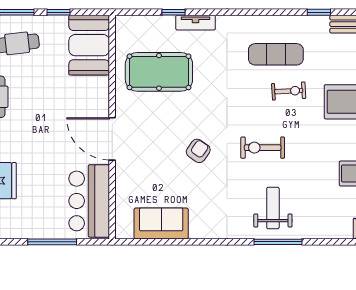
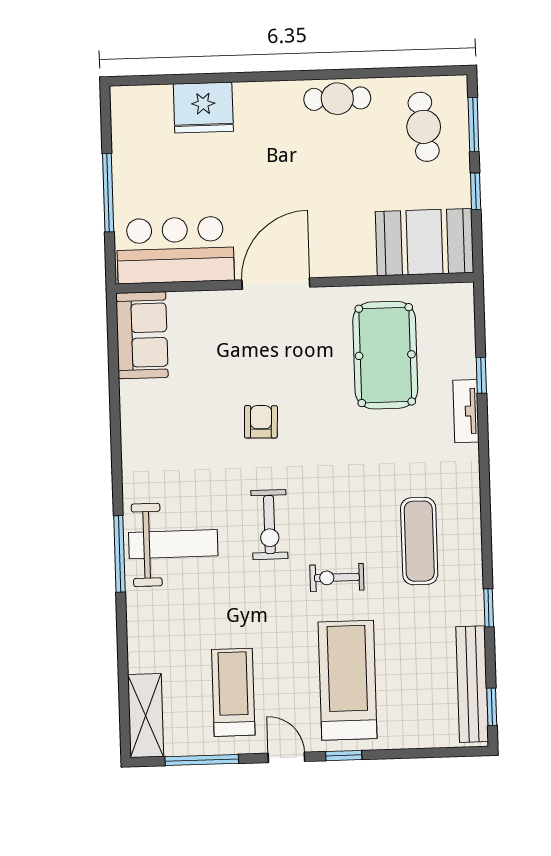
exercise bike: (289, 91) -> (337, 578), moved, turned 93
exercise bike: (263, 148) -> (269, 525), turned 180
armchair: (198, 151) -> (261, 422), turned -123
weight bench: (273, 208) -> (173, 544), width x1.36, depth x1.33
sofa: (161, 223) -> (142, 335), moved

